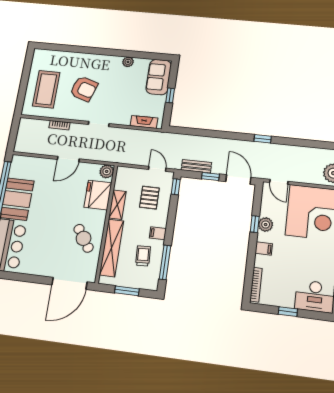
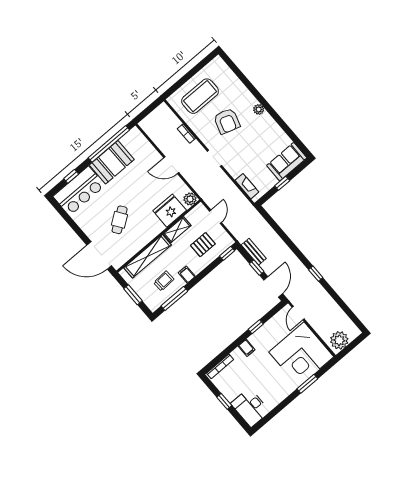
plant: (128, 62) -> (259, 109), moved
door: (157, 169) -> (215, 217), moved
plant: (266, 225) -> (263, 333), removed
cafe table: (84, 238) -> (120, 220), moved

